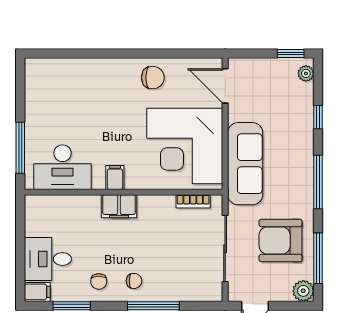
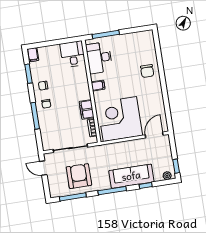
chair: (153, 78) -> (147, 71), moved
sofa: (245, 164) -> (131, 176), moved, turned 180
filing cabinet: (119, 206) -> (87, 110), moved
desk: (48, 259) -> (73, 54), moved
plant: (303, 291) -> (55, 192), removed

